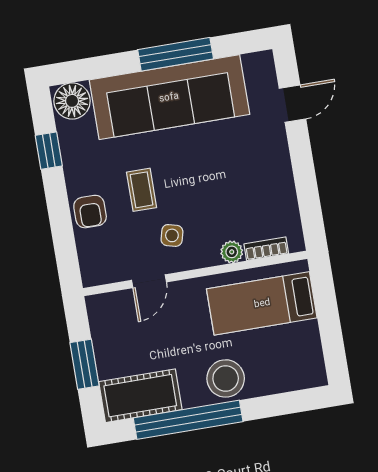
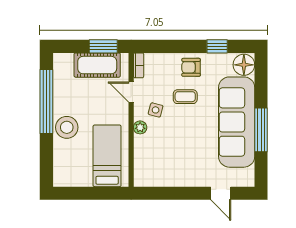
armchair: (90, 212) -> (191, 67), moved
bookcase: (266, 249) -> (139, 65), moved
plant: (232, 252) -> (140, 127), moved
window: (85, 364) -> (103, 46), moved
cot: (140, 396) -> (97, 65), moved, turned 90

